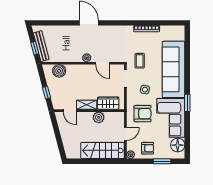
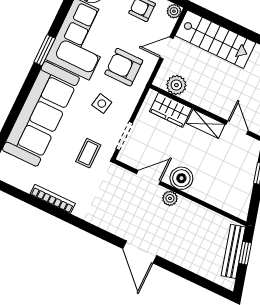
door: (103, 63) -> (149, 177), hinge flipped
boiler: (59, 71) -> (181, 178), moved
plant: (99, 117) -> (176, 85), moved

